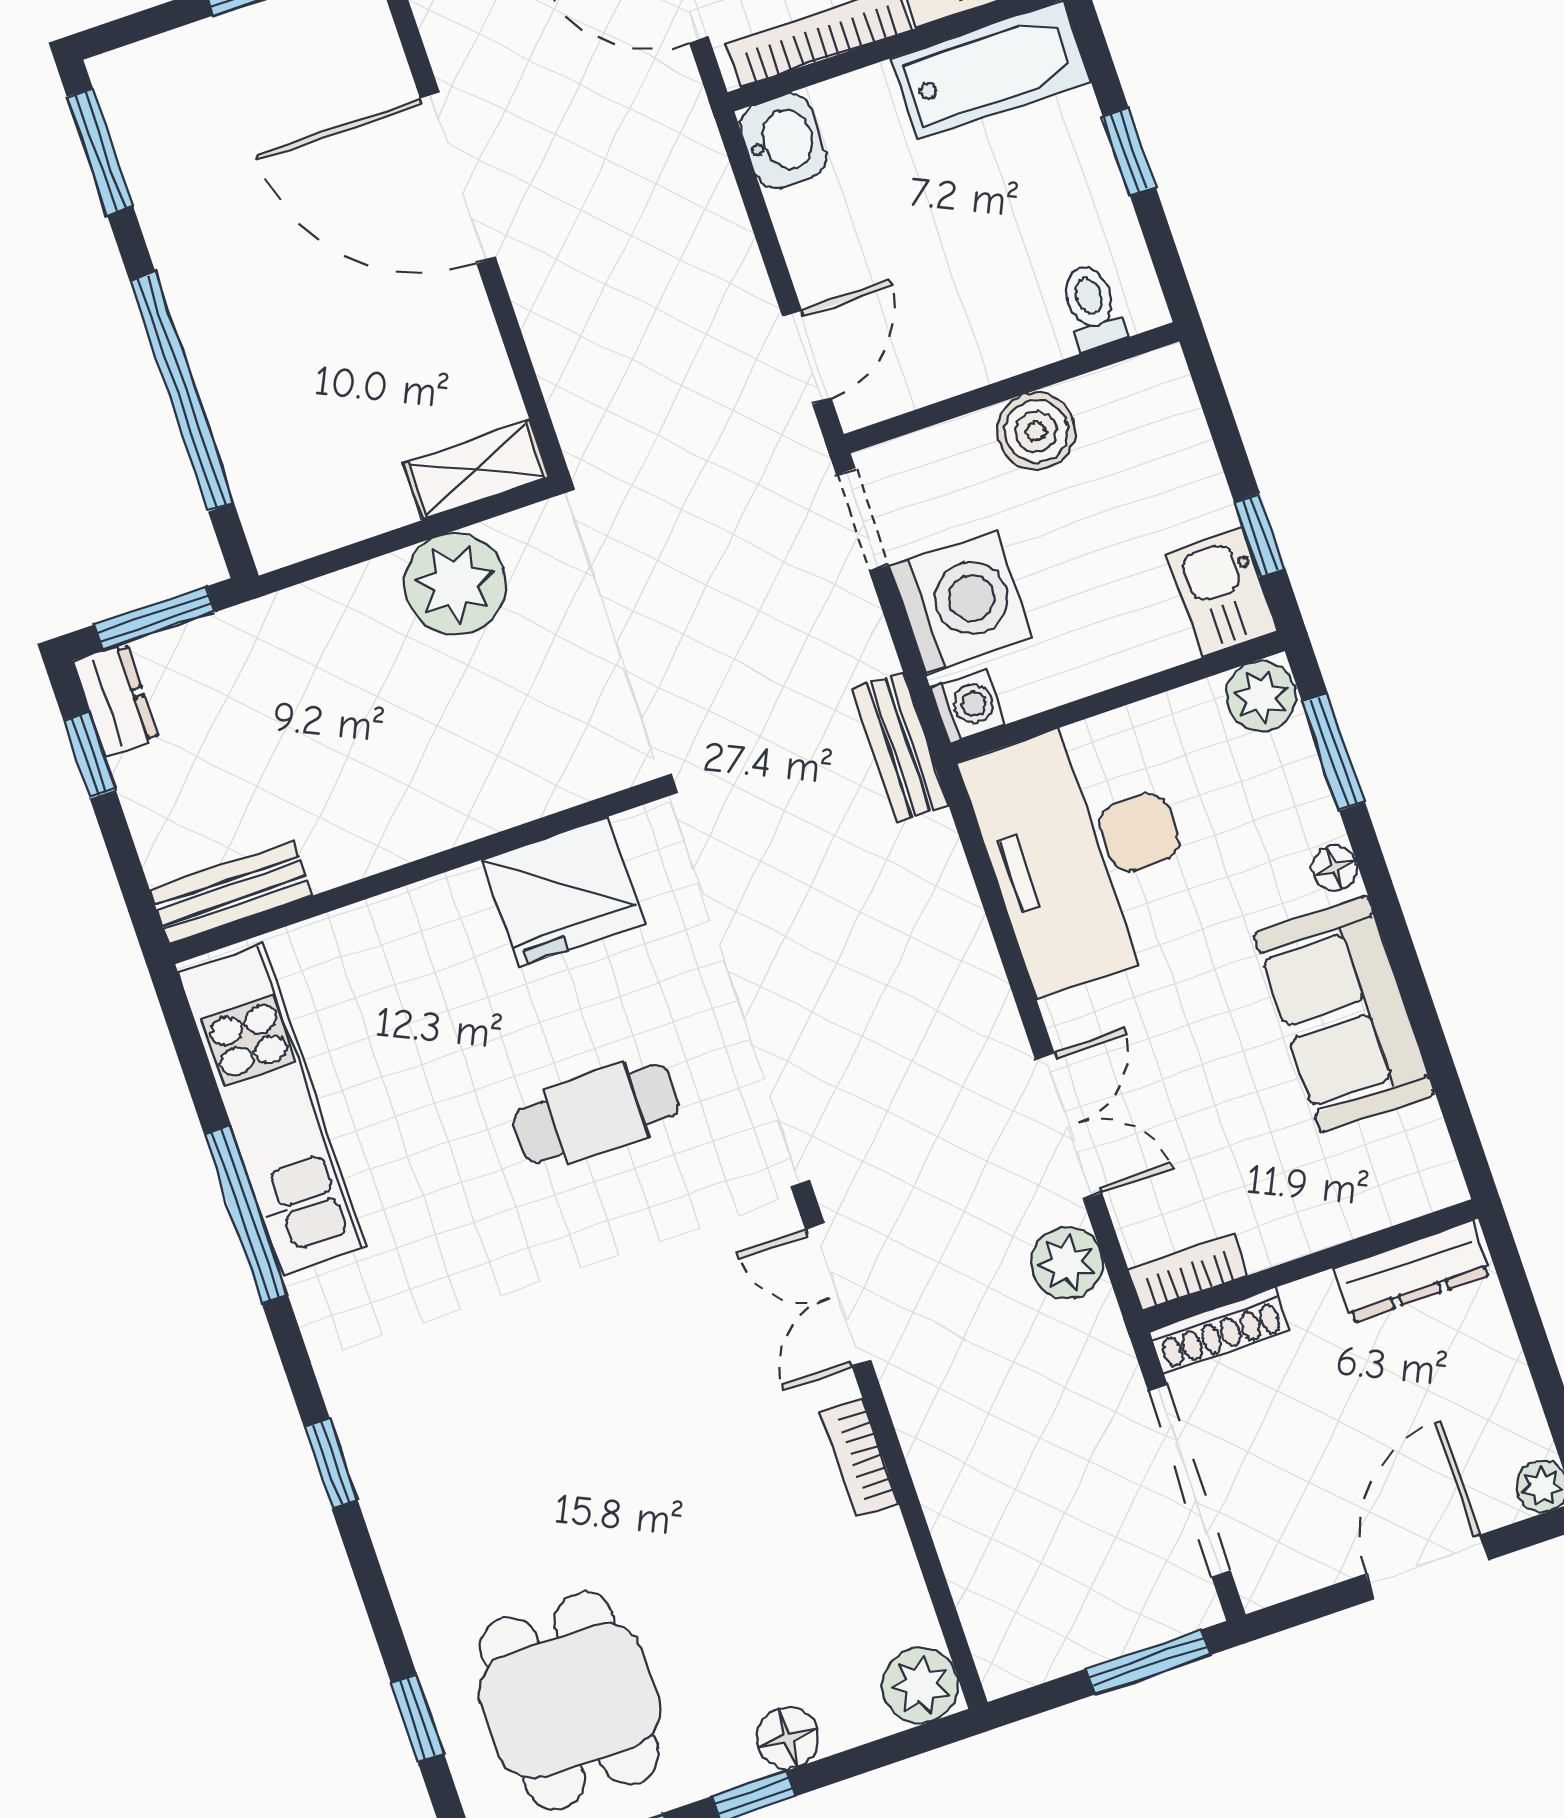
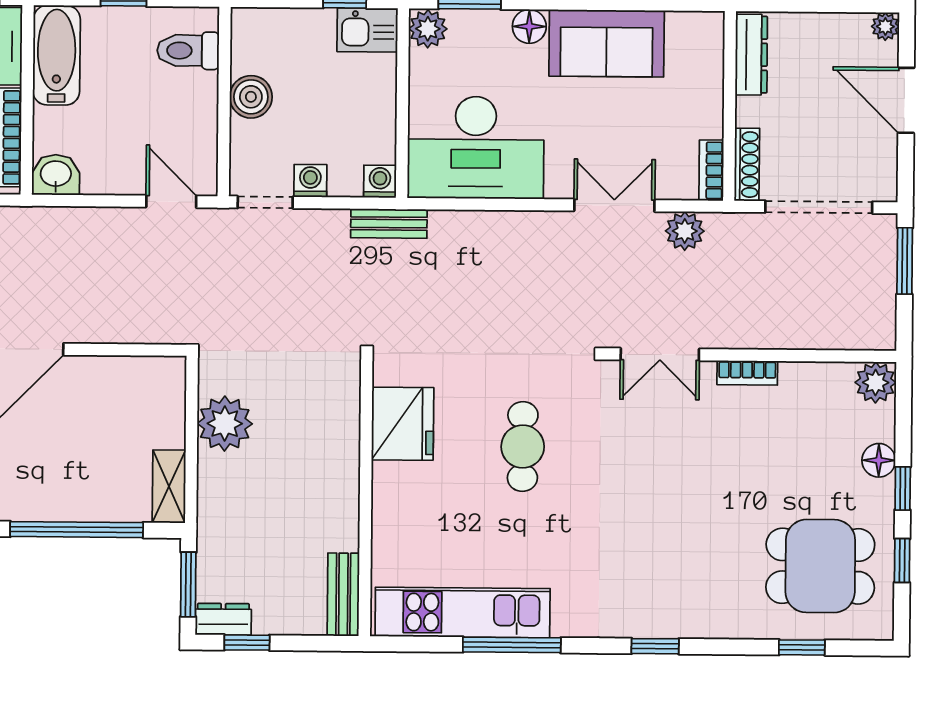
toilet: (1092, 306) -> (188, 51), width x1.37, depth x1.39
shelving: (476, 470) -> (169, 486), moved
washing machine: (961, 602) -> (310, 181), width x0.53, depth x0.53
floor lamp: (1335, 868) -> (529, 26), width x1.37, depth x1.37

